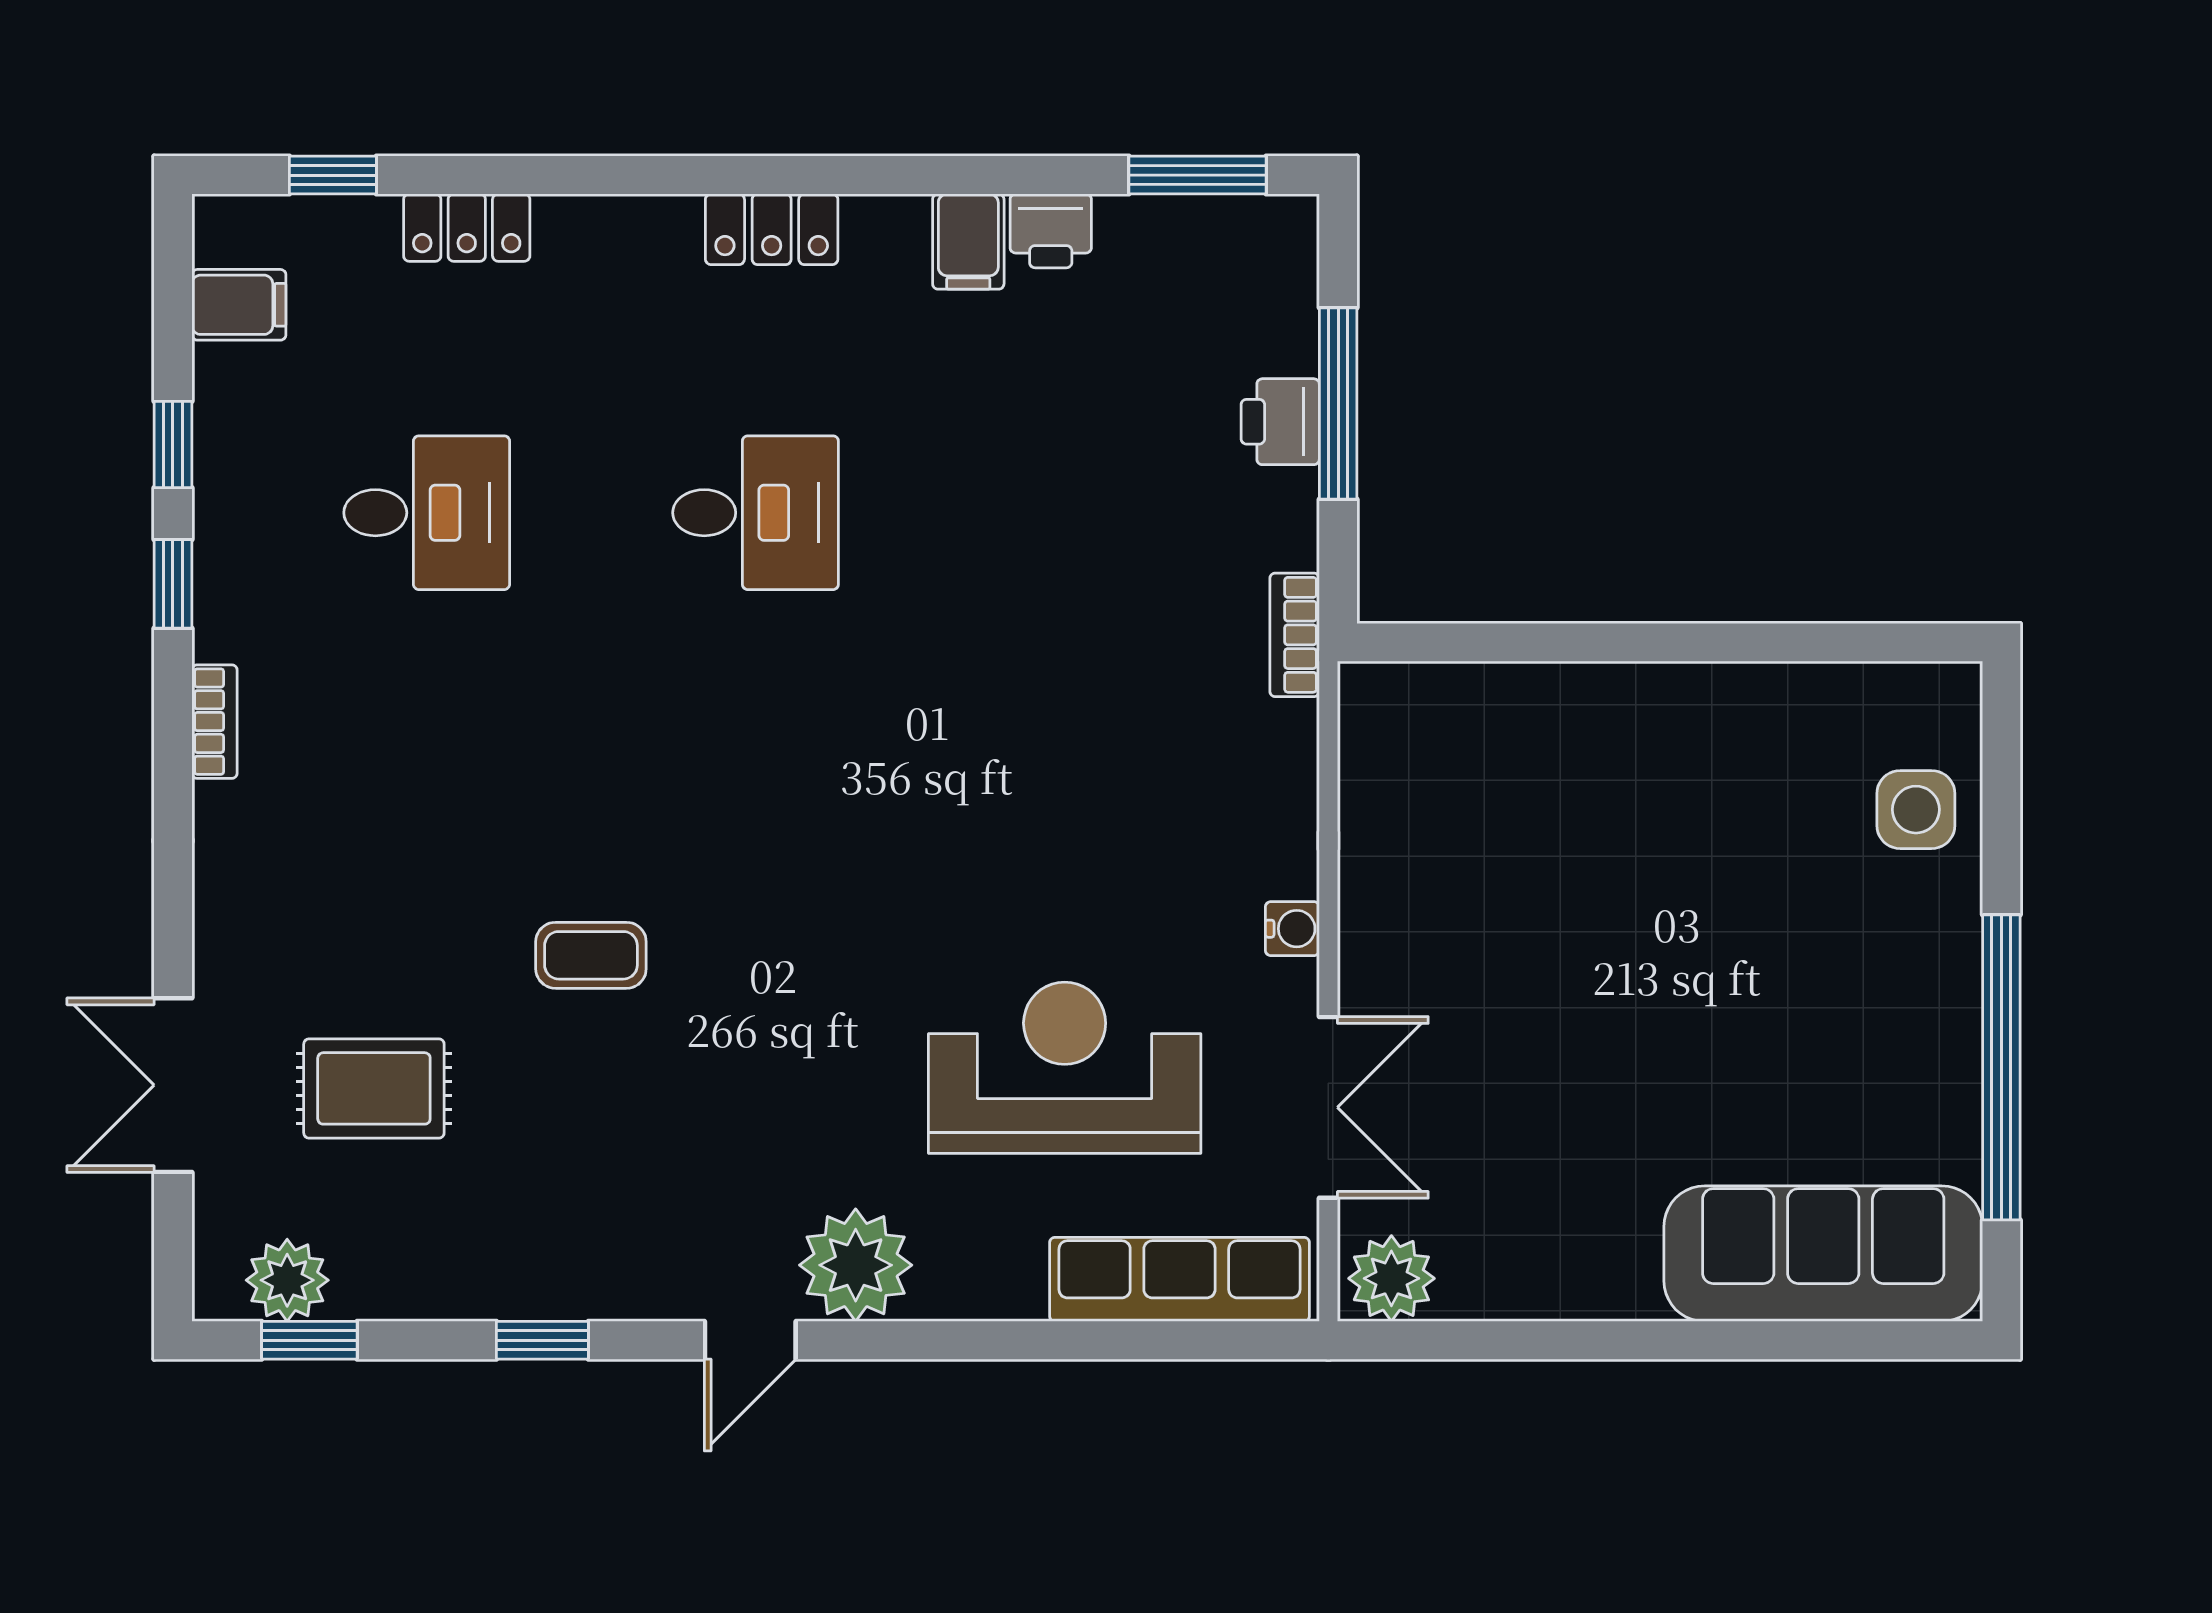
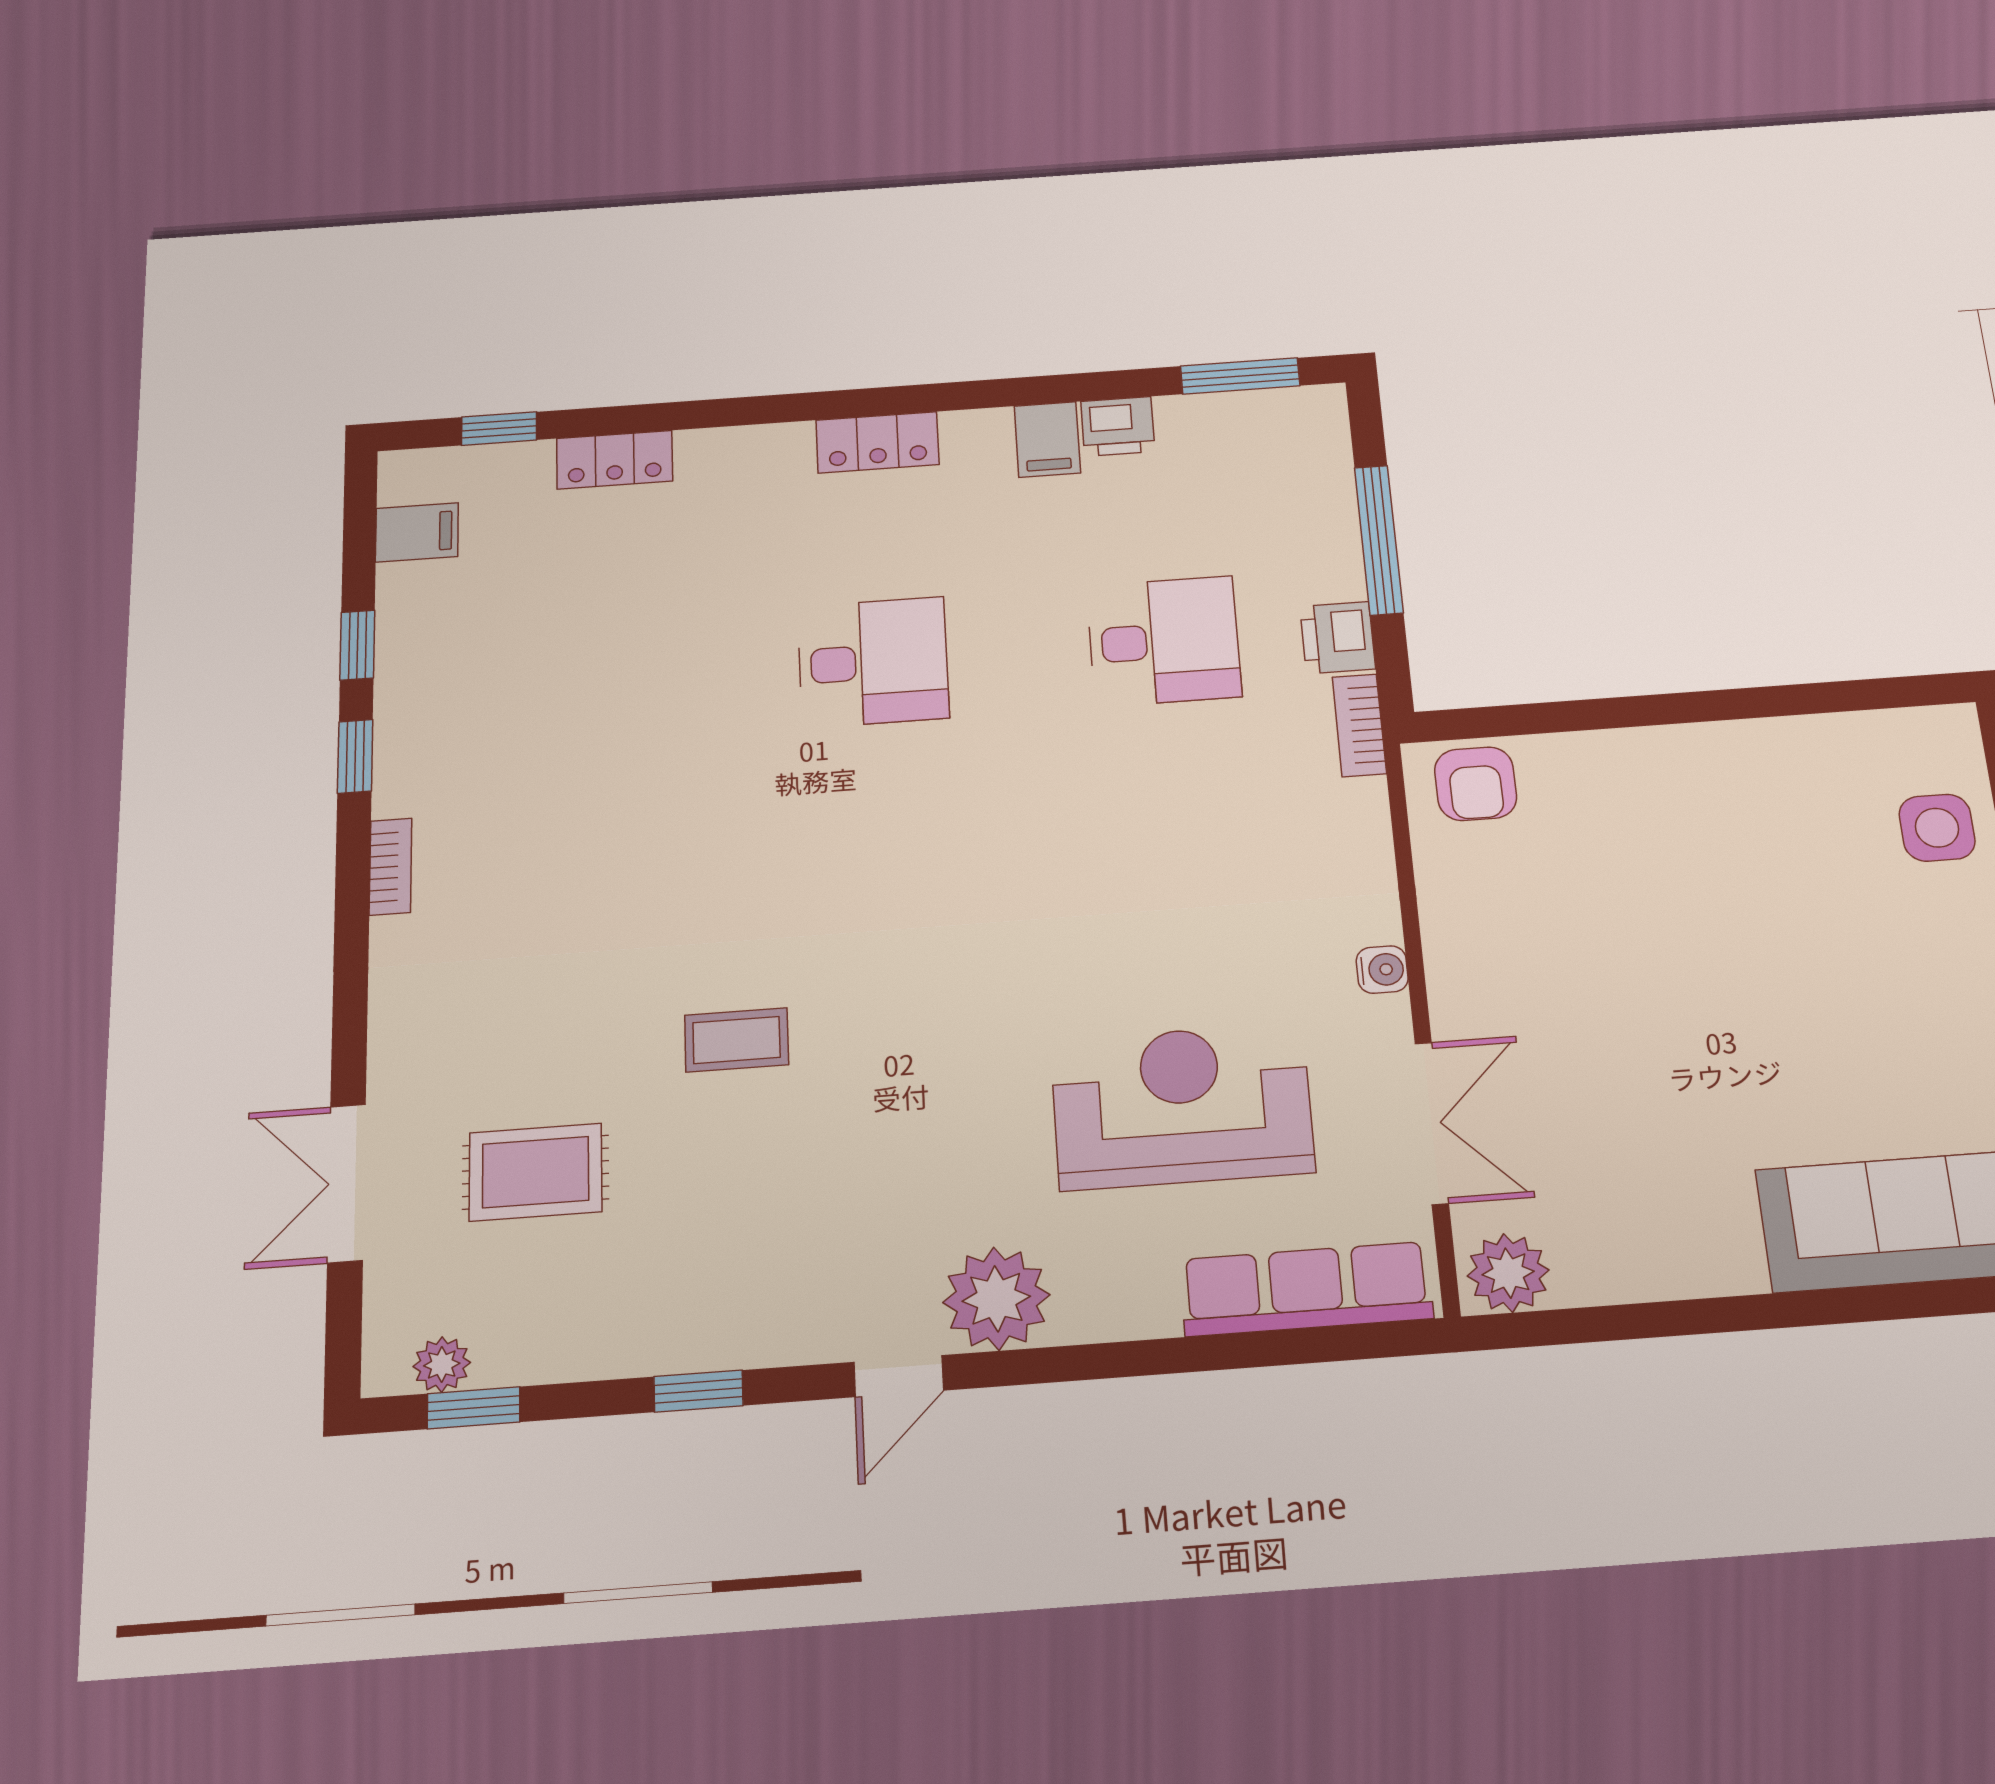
printer: (1280, 422) -> (1338, 638), moved
desk: (427, 513) -> (1164, 641), moved
armchair: (1416, 717) -> (1476, 784), added
plant: (287, 1280) -> (442, 1364), width x0.73, depth x0.73

